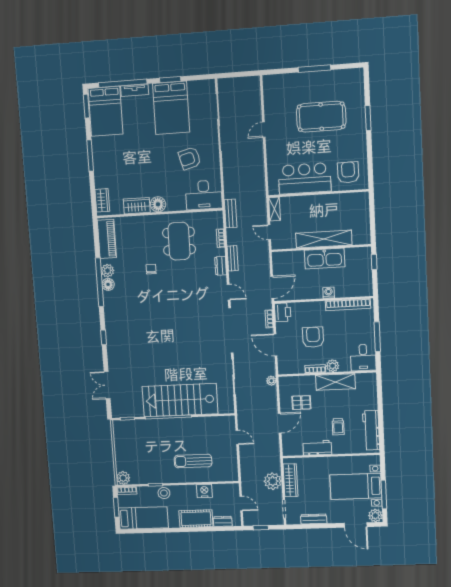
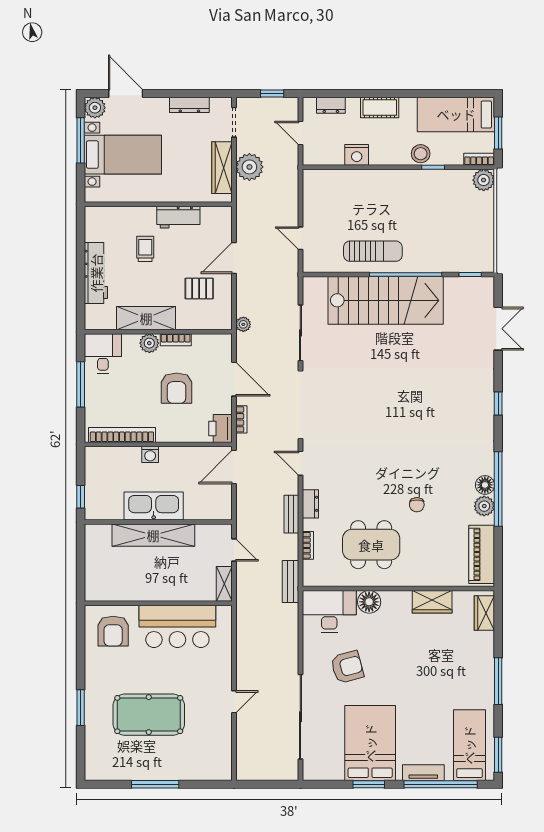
bed: (106, 111) -> (469, 745), width x0.67
floor lamp: (158, 204) -> (369, 602), moved
dining table: (179, 241) -> (371, 545), turned 90
workbench: (371, 430) -> (96, 273), moved
sun lounger: (193, 461) -> (373, 251), moved
cot: (196, 519) -> (380, 107), width x0.73, depth x0.75

